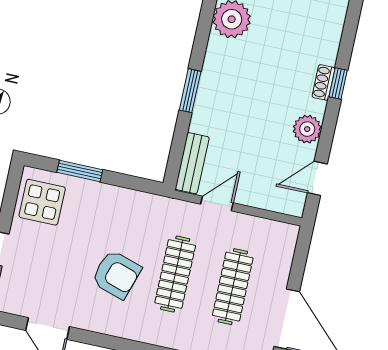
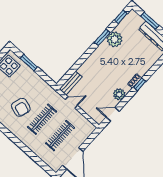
window: (190, 91) -> (102, 37), moved

